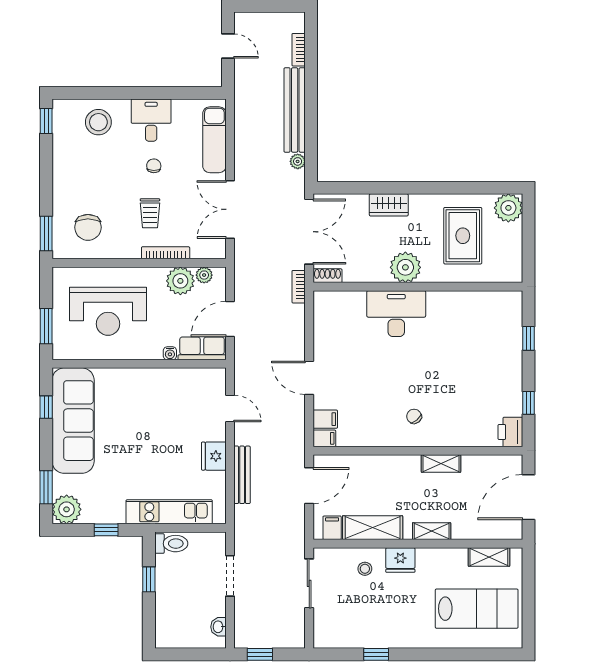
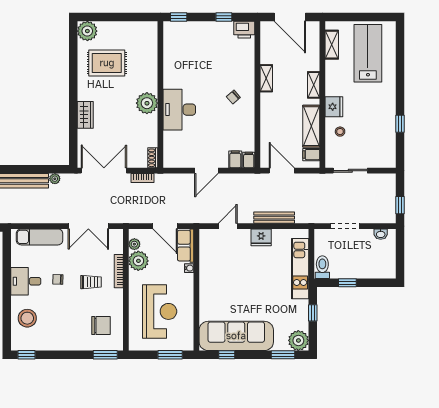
plant: (405, 267) -> (147, 103), moved
shoe rack: (327, 276) -> (153, 158), moved
wall: (418, 287) -> (160, 94), moved
desk: (396, 314) -> (179, 110), moved

